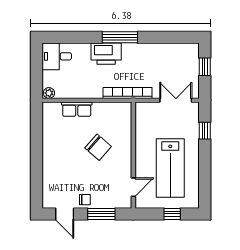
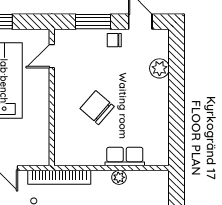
plant: (49, 93) -> (119, 177), moved
plant: (50, 178) -> (159, 68), added

